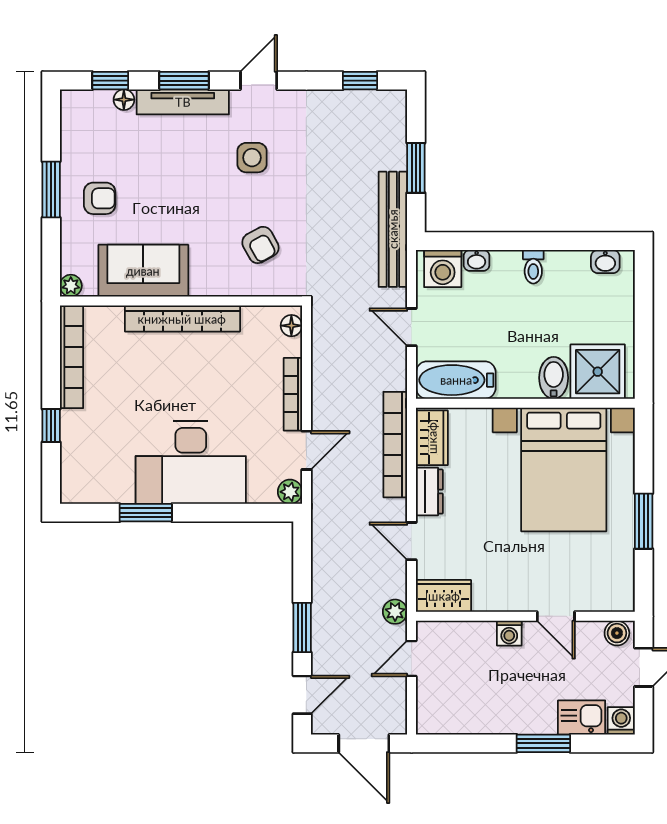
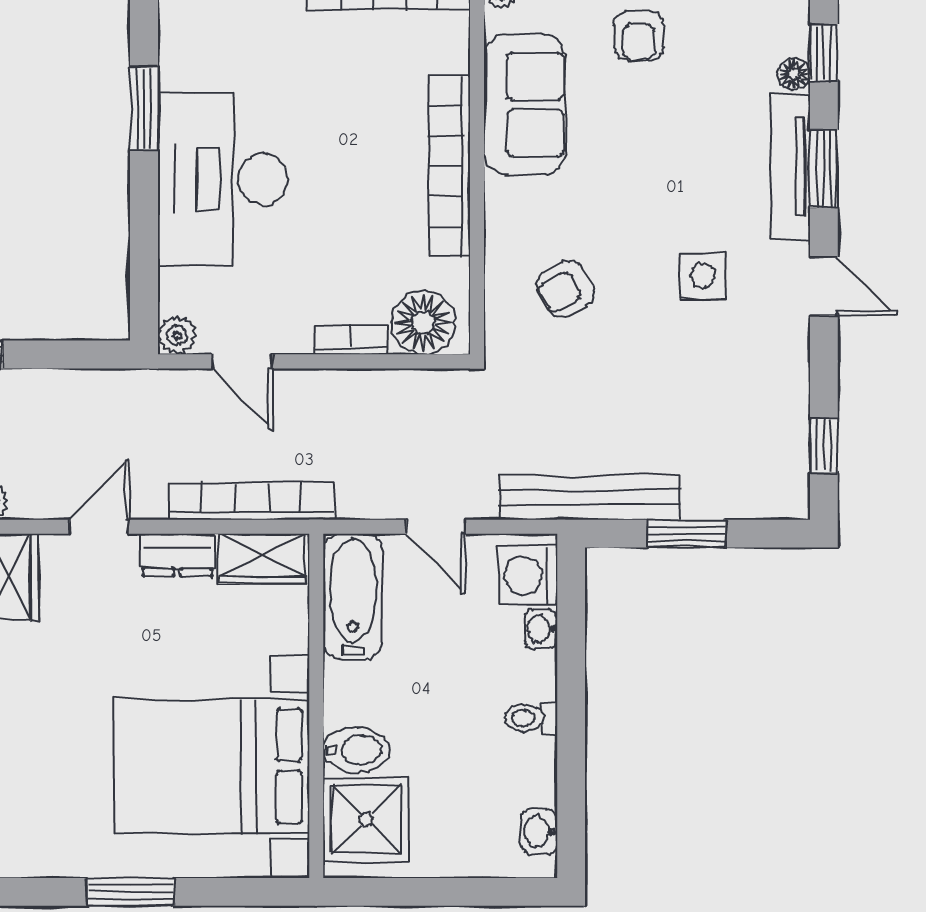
floor lamp: (291, 326) -> (423, 323), width x1.89, depth x1.89
door: (412, 327) -> (436, 527), swing flipped
bookcase: (293, 394) -> (351, 340), width x0.64

